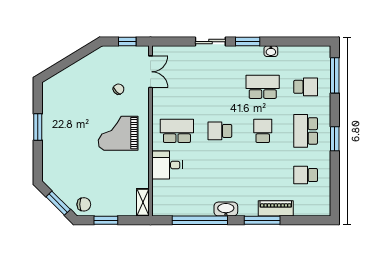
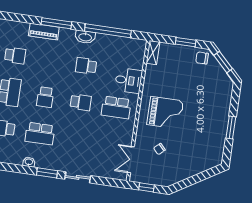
school desk: (220, 175) -> (86, 66), added

